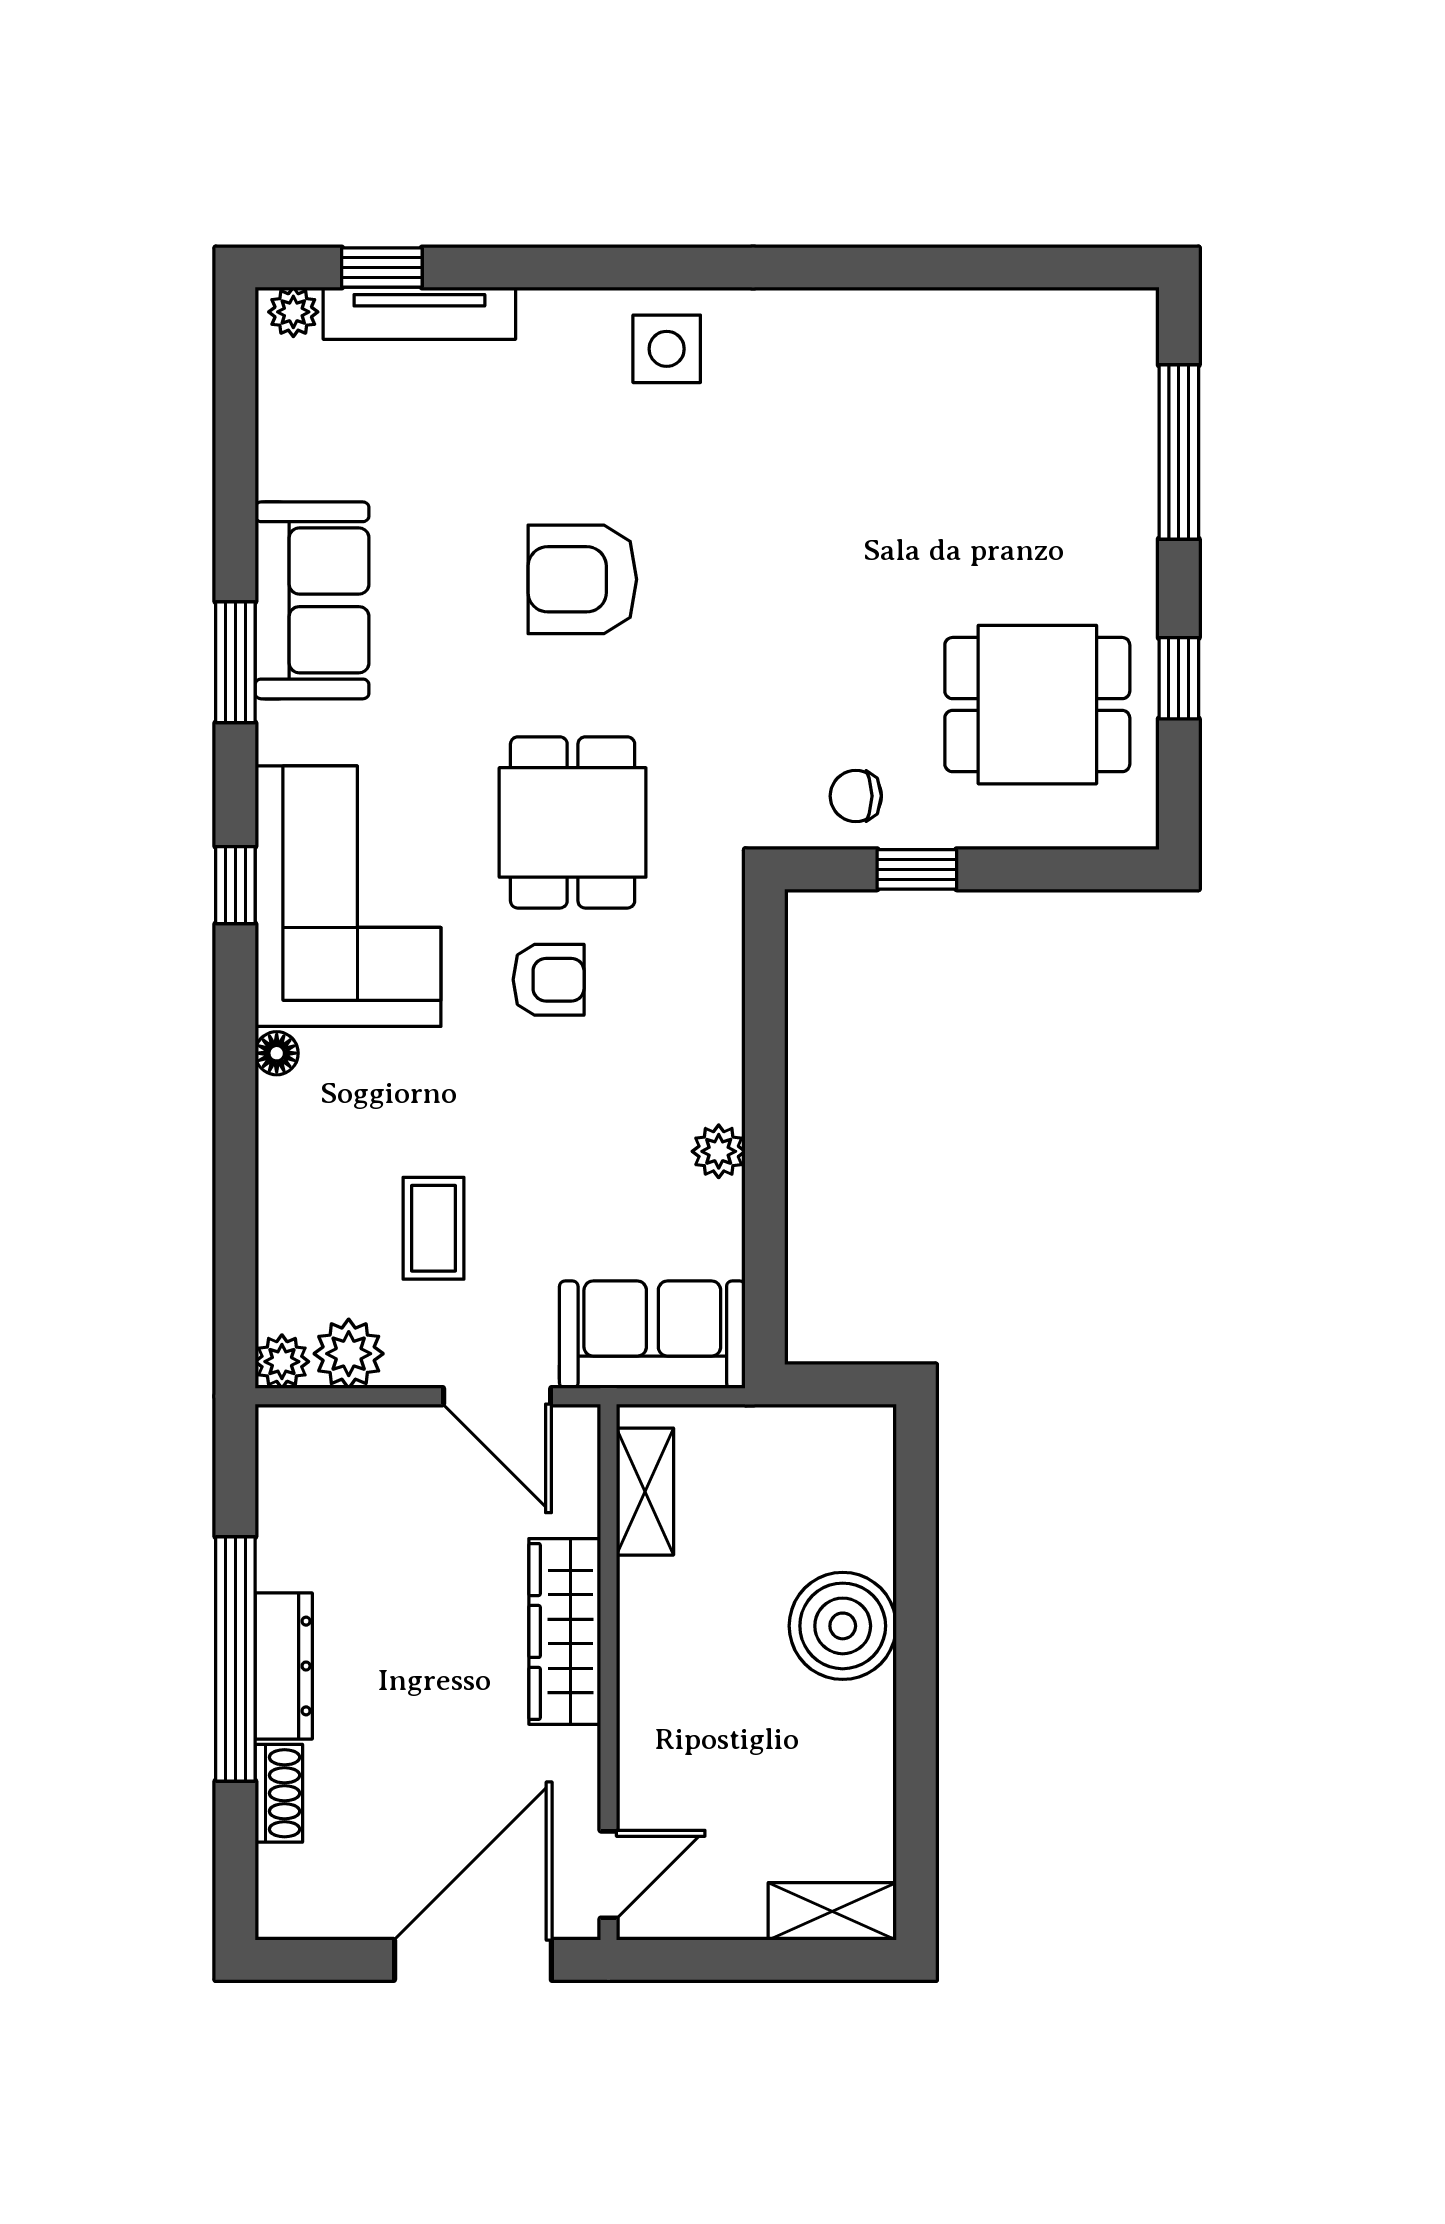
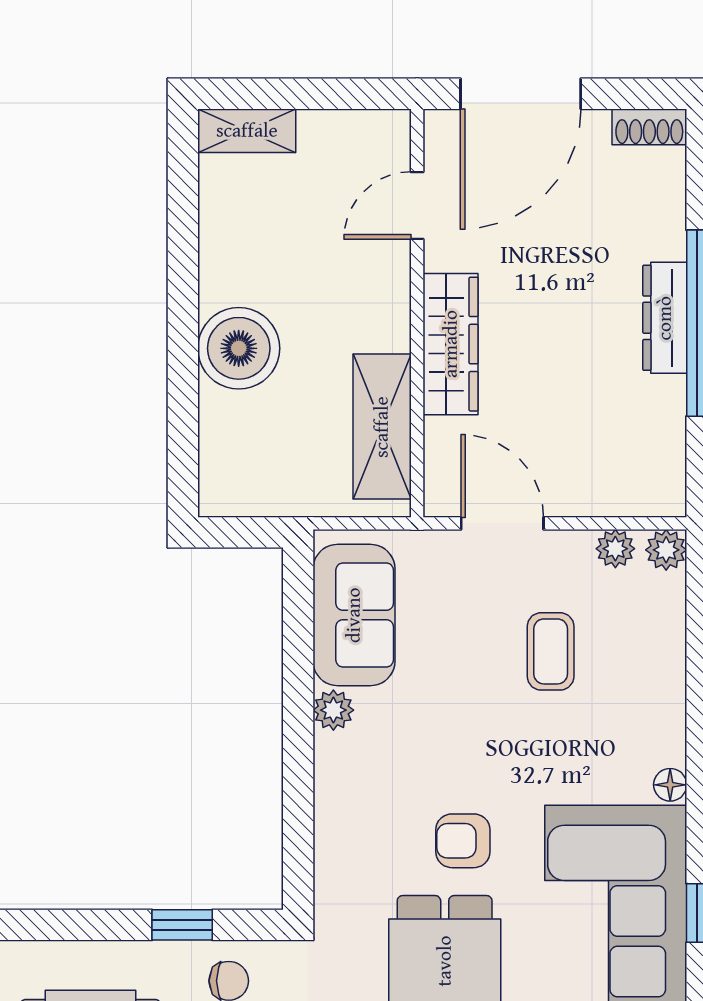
sofa: (652, 1335) -> (354, 615), moved, turned -90
plant: (349, 1354) -> (615, 549), width x0.73, depth x0.73
shelving: (645, 1492) -> (382, 427), width x1.50, depth x1.33
shoe rack: (279, 1793) -> (649, 127), moved, turned -90
door: (609, 1875) -> (417, 205), moved

